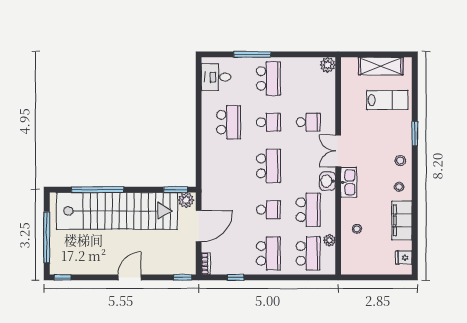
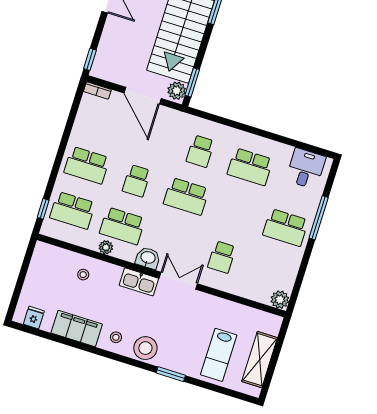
school desk: (268, 122) -> (200, 151), moved
stool: (400, 160) -> (145, 348), width x1.89, depth x1.89
plant: (329, 240) -> (106, 247), moved
window: (236, 277) -> (43, 209), moved

